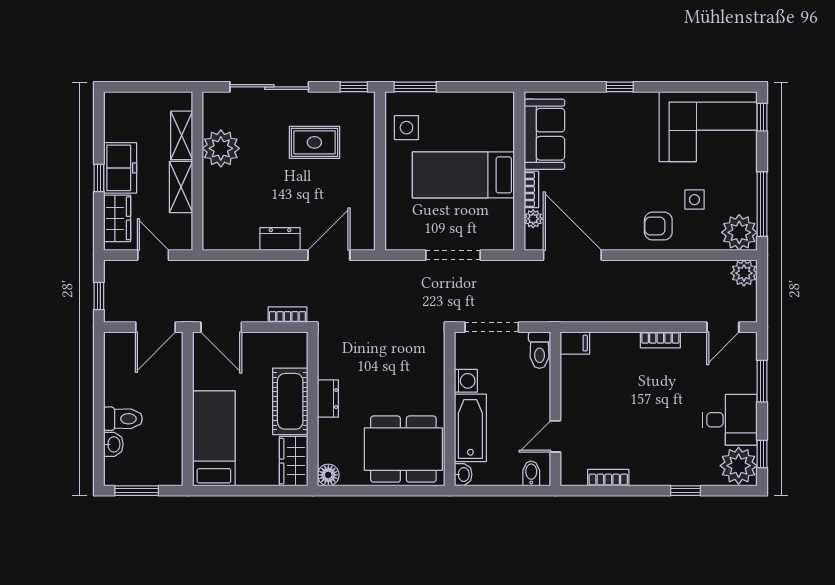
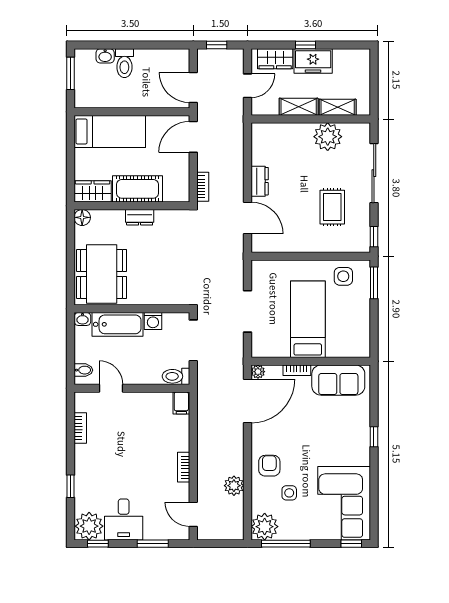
plant: (533, 219) -> (258, 372), moved
plant: (744, 273) -> (234, 486), moved

